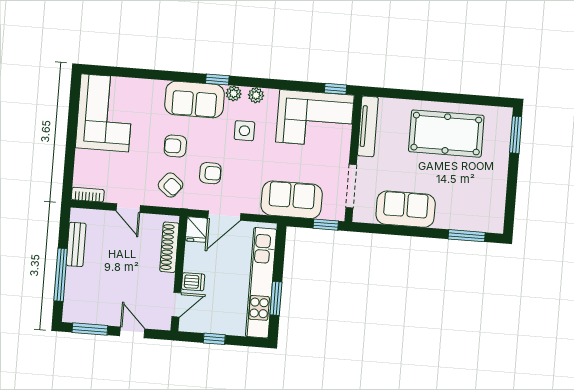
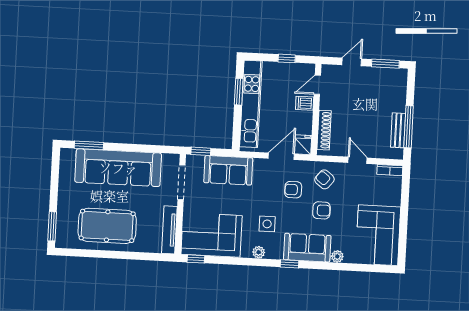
plant: (234, 93) -> (337, 256), moved
sofa: (406, 209) -> (118, 168), width x1.85, depth x1.27
window: (61, 275) -> (409, 127), moved
door: (132, 332) -> (352, 62), swing flipped

